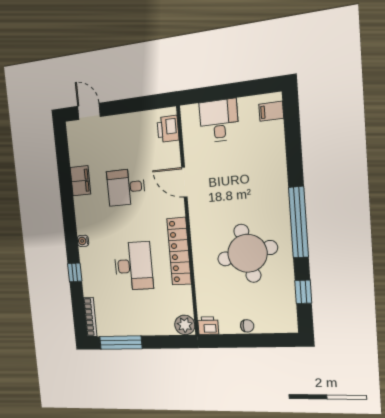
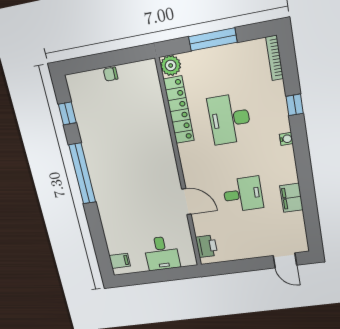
locker: (179, 251) -> (179, 110), moved
round table: (247, 253) -> (121, 143), removed
printer: (208, 326) -> (148, 68), removed
window: (121, 343) -> (213, 39), moved

